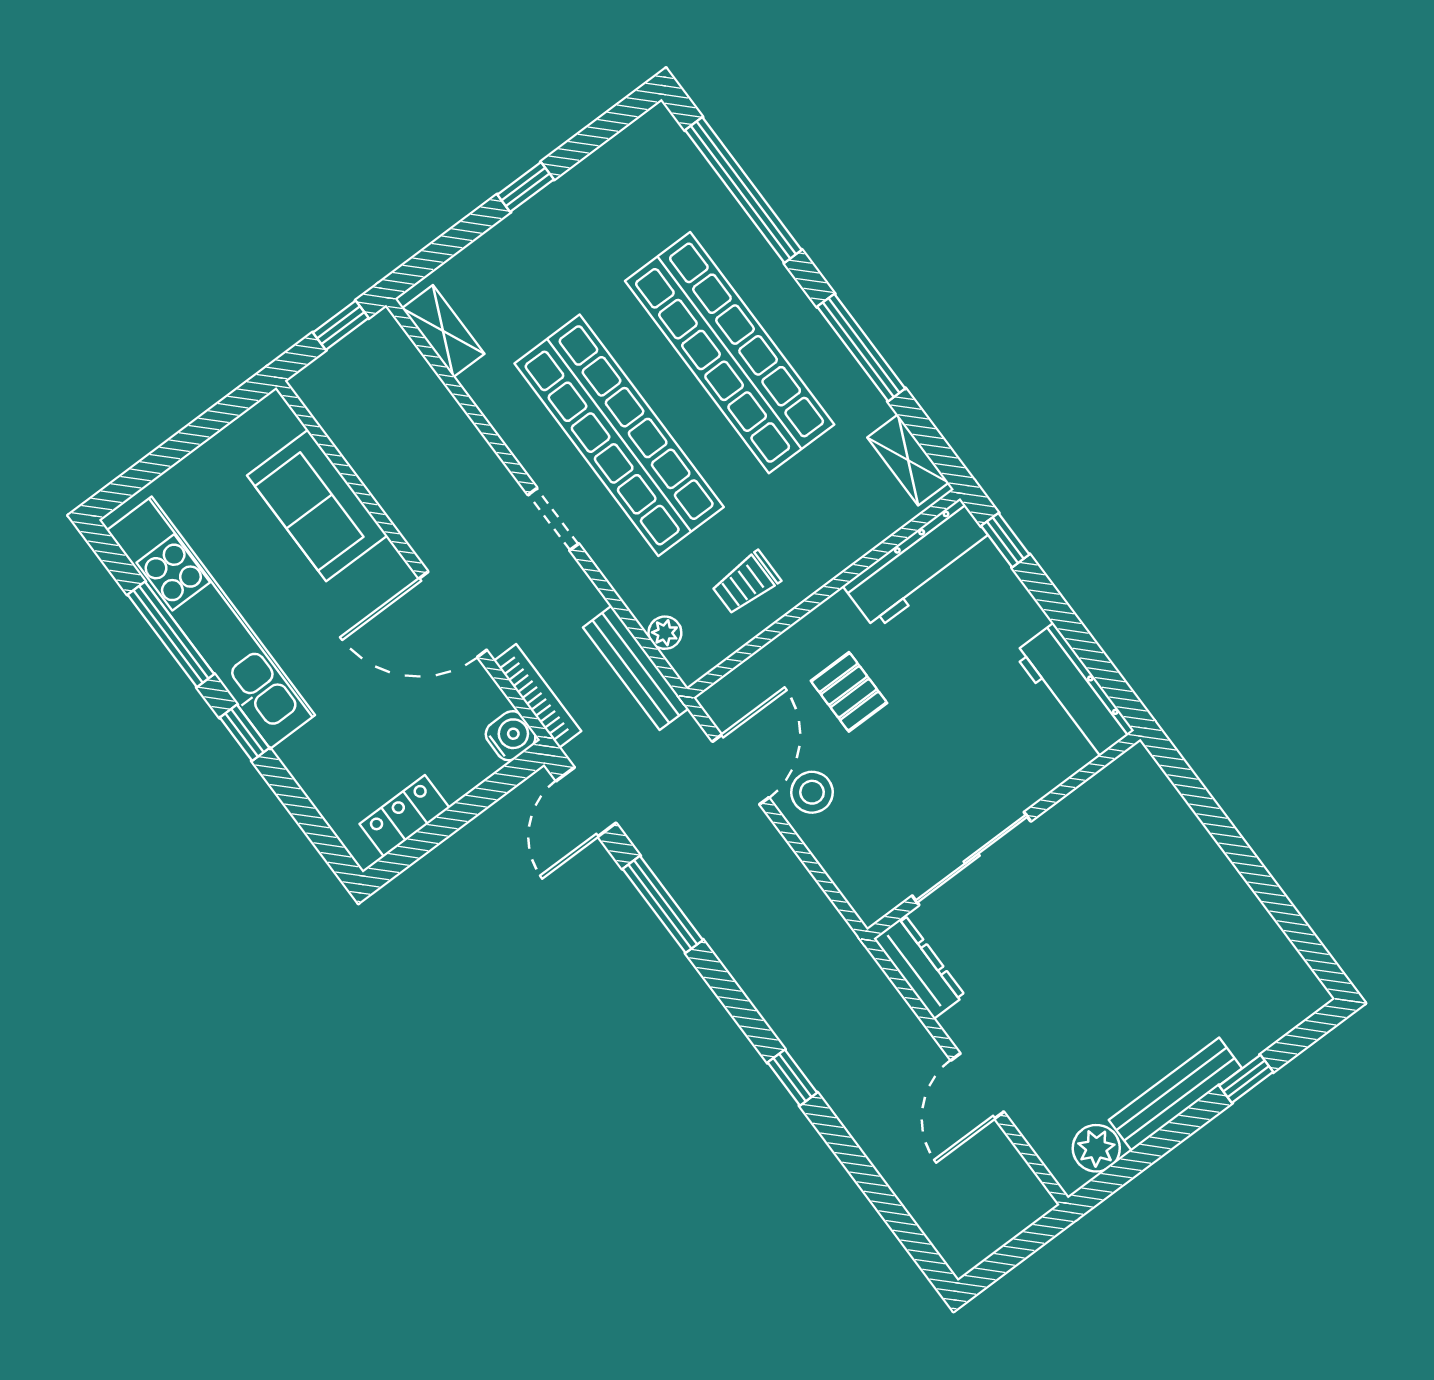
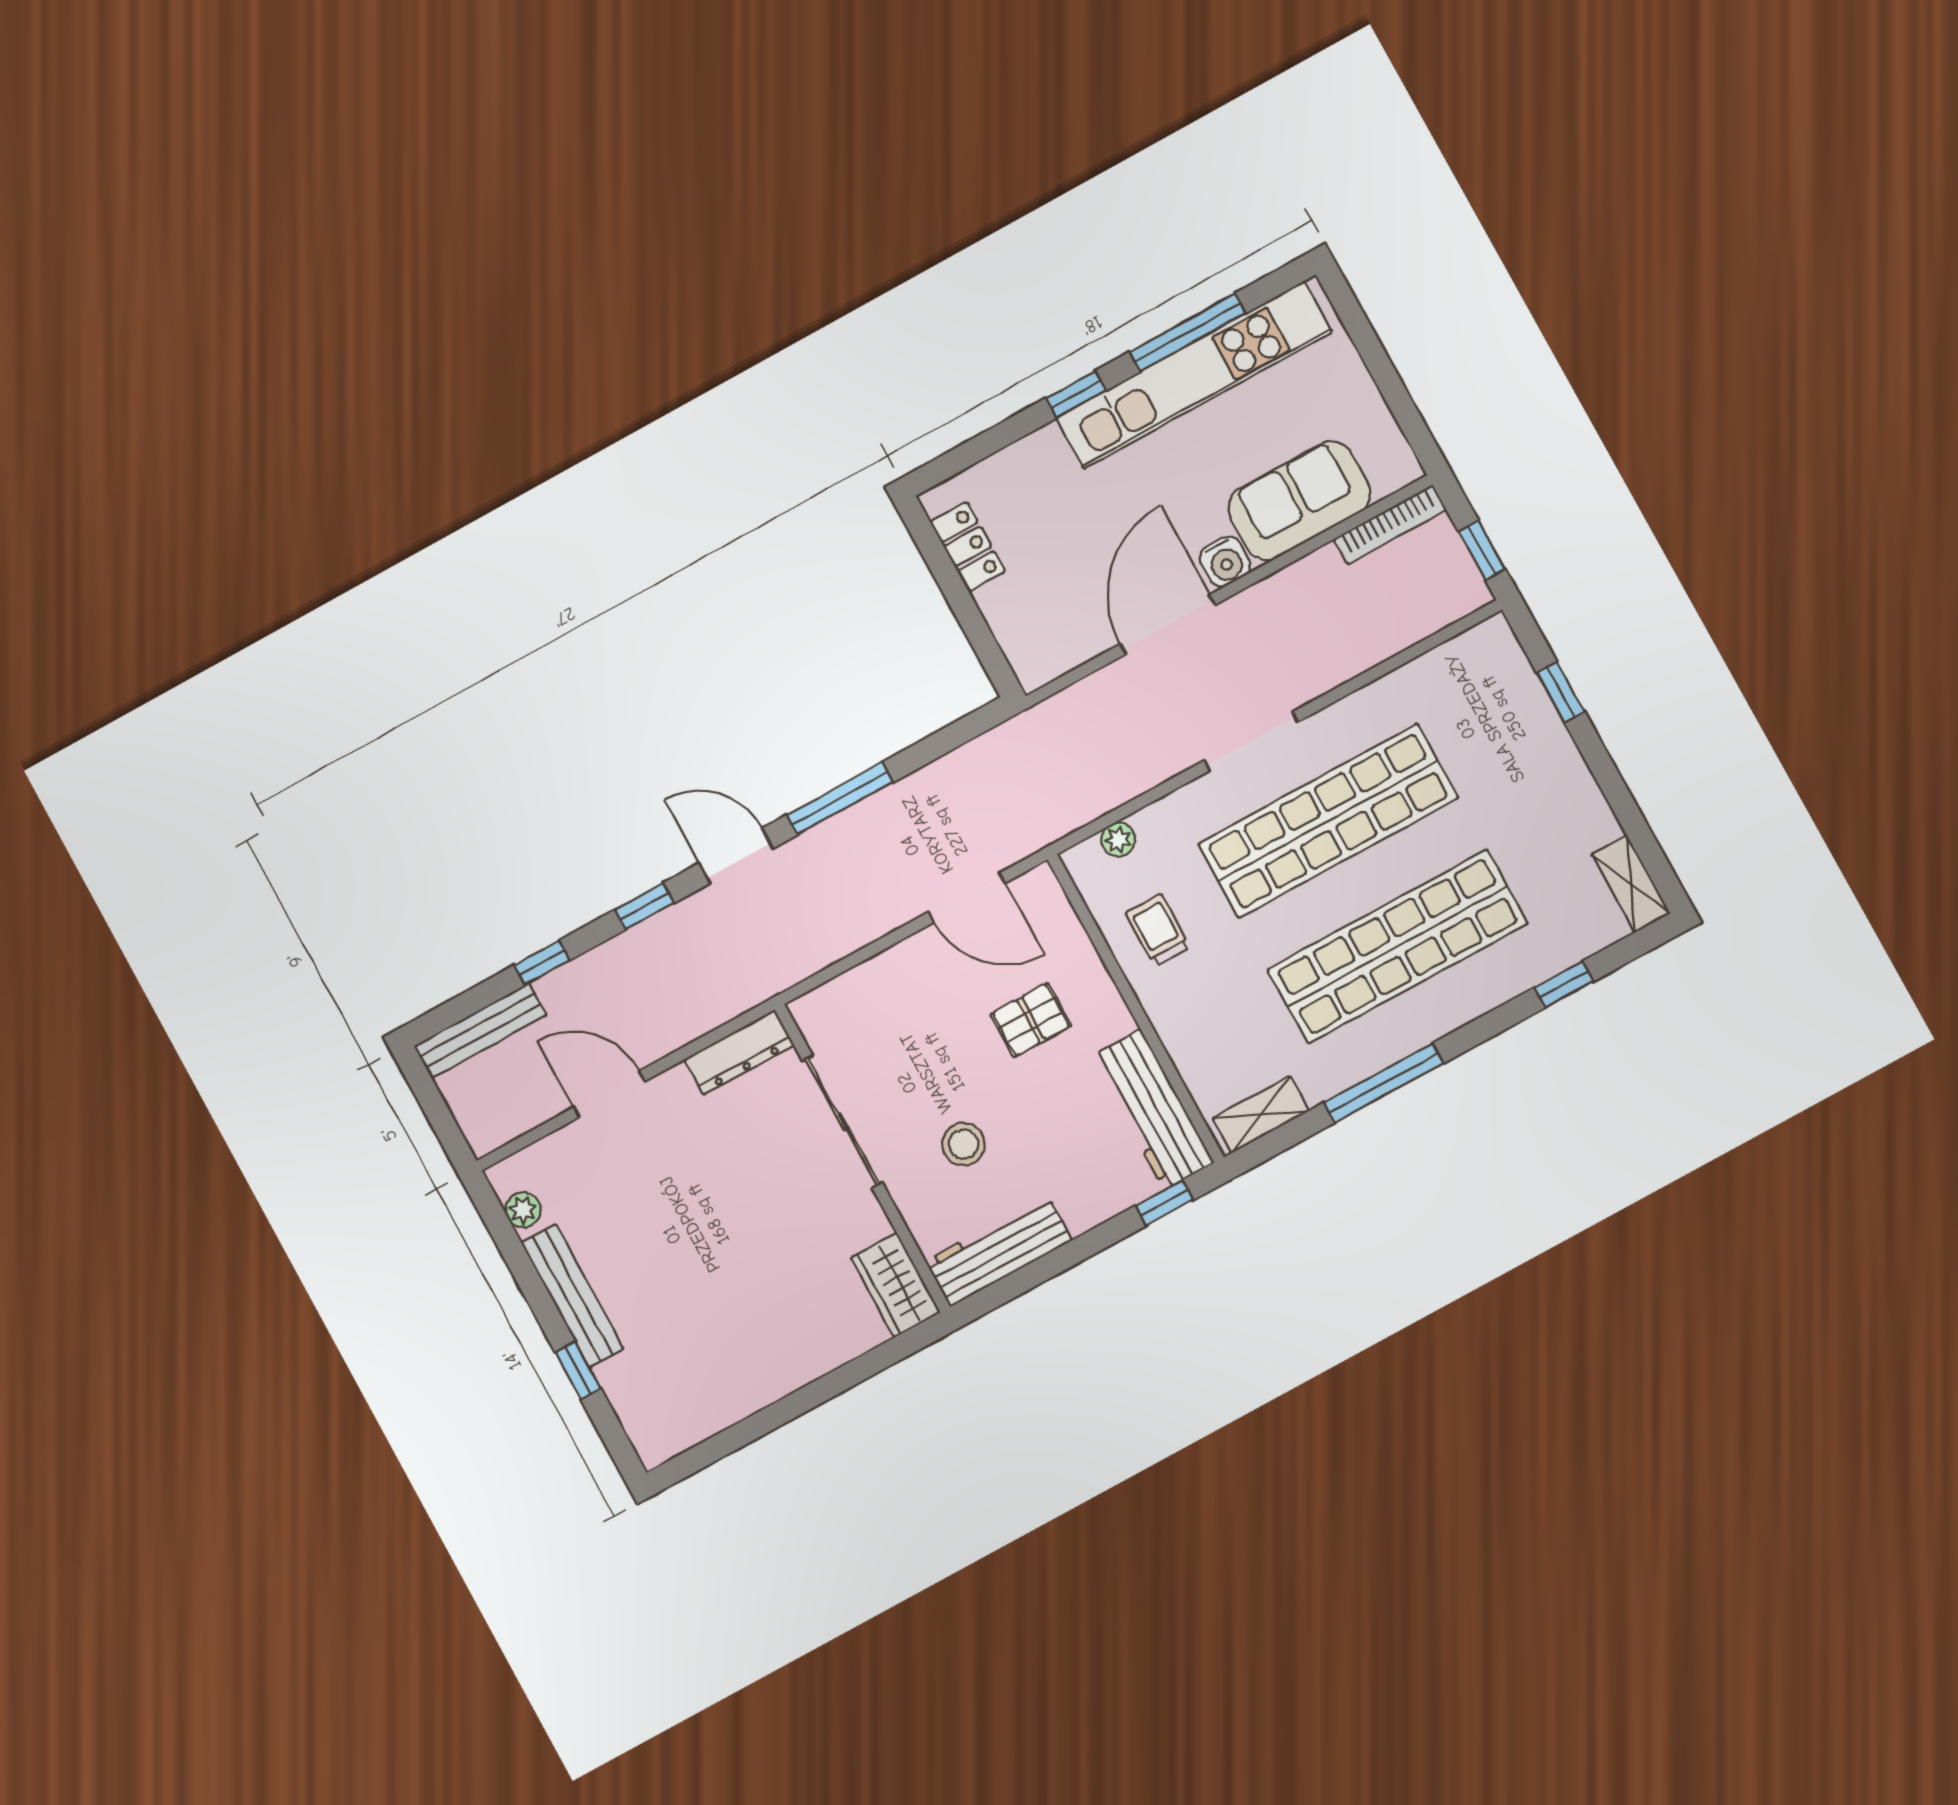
window: (526, 187) -> (1561, 692), moved
window: (743, 190) -> (1564, 984), width x0.32
shelving: (443, 331) -> (1631, 884), moved, turned 90
doorway: (553, 519) -> (1251, 741), width x1.38
bench: (636, 668) -> (480, 1030), moved
bookcase: (538, 696) -> (1390, 525), moved
water cooler: (511, 736) -> (1225, 562), moved
wardrobe: (1120, 786) -> (896, 1285), added
stool: (812, 792) -> (964, 1144), moved
door: (586, 802) -> (736, 856), moved
plant: (1096, 1148) -> (523, 1210), width x0.73, depth x0.73
window: (861, 1169) -> (542, 963), added

